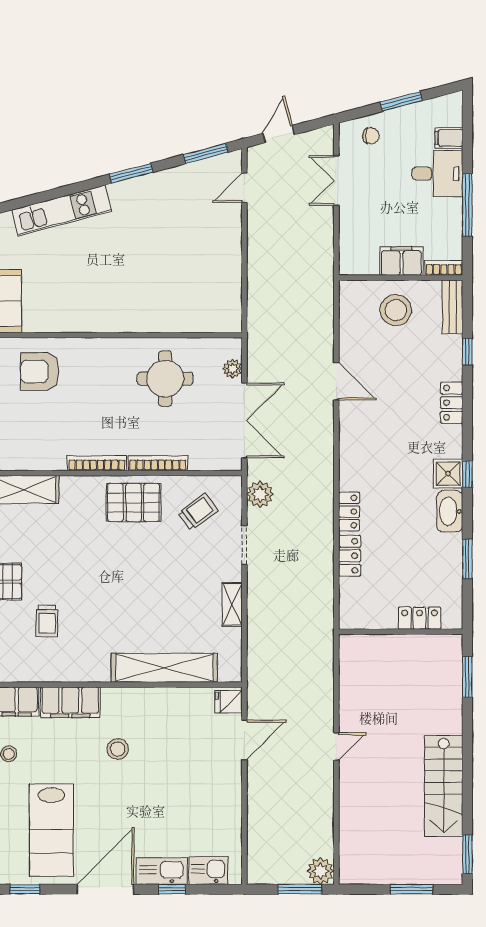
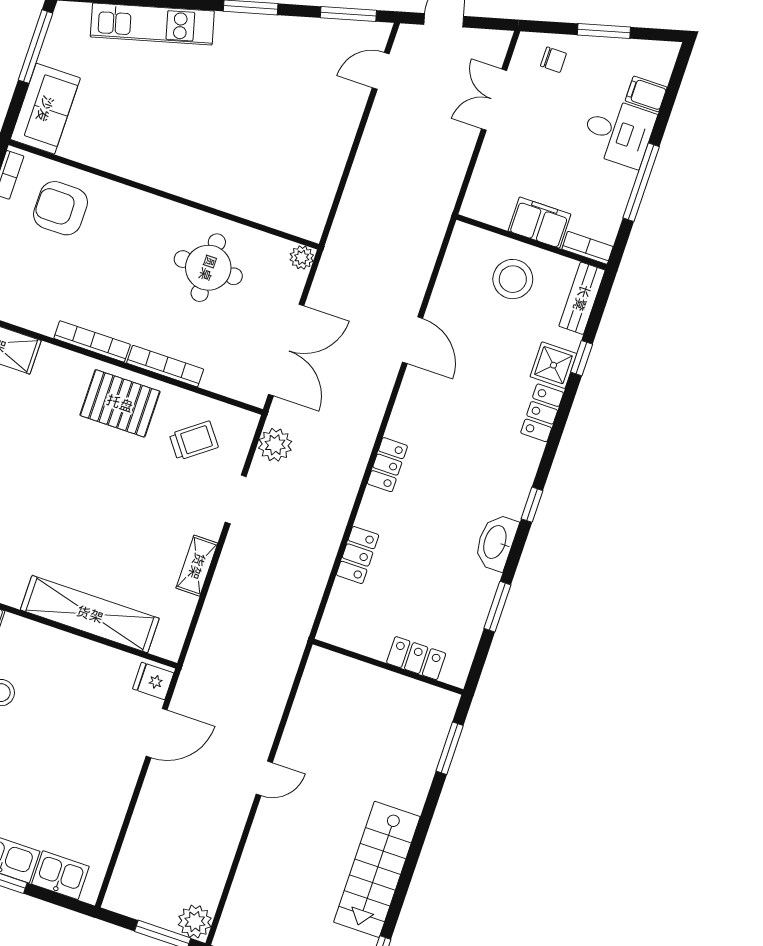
plant: (232, 369) -> (302, 257), moved
shower: (448, 474) -> (553, 365), moved
locker: (349, 512) -> (387, 465), moved

